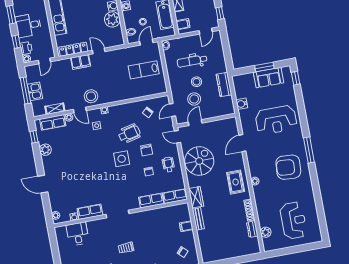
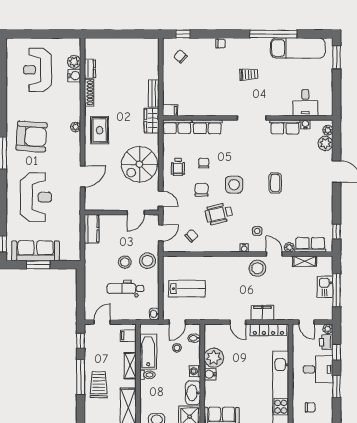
door: (44, 61) -> (306, 322), swing flipped
dental chair: (192, 61) -> (125, 289), turned 180
sofa: (269, 78) -> (35, 251), width x1.36
kitchen counter: (224, 84) -> (92, 229), moved
stool: (194, 99) -> (147, 261), moved
water cooler: (242, 104) -> (74, 76), moved
reception desk: (276, 120) -> (36, 197), turned 90
plant: (45, 150) -> (326, 143), moved
coffee table: (89, 166) -> (275, 183), added
filing cabinet: (186, 226) -> (170, 110), moved

